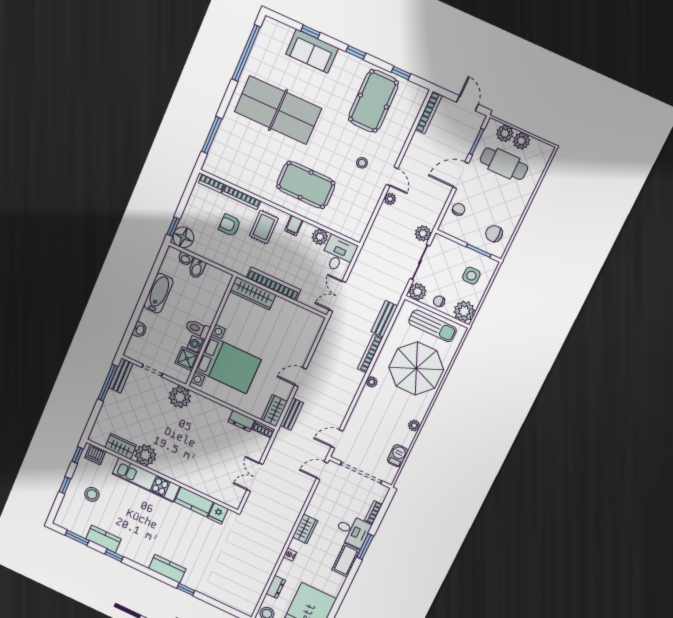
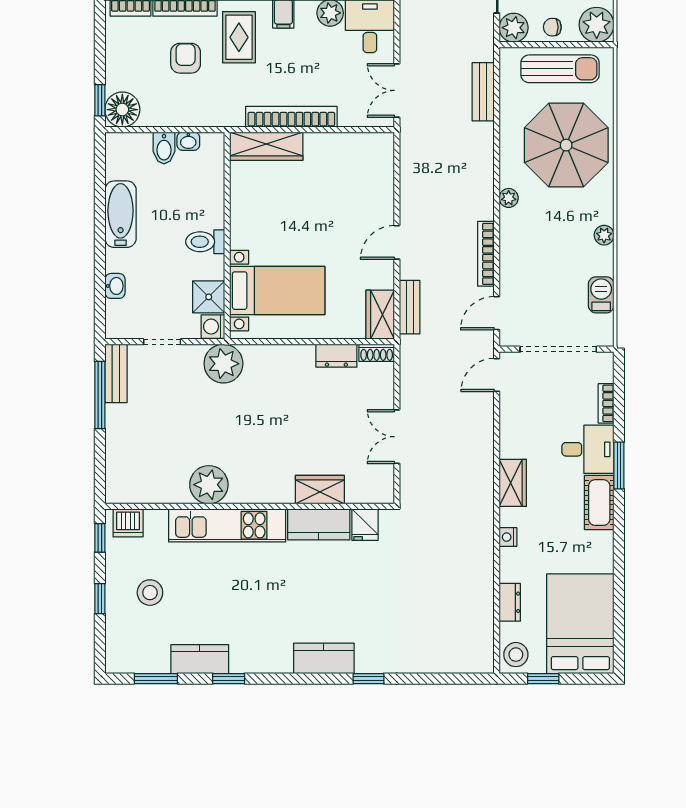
armchair: (230, 225) -> (186, 58), turned 90
washbasin: (185, 259) -> (188, 141), moved
washing machine: (196, 344) -> (213, 327), moved
bookcase: (370, 353) -> (486, 254), moved
bed with nightstands: (228, 365) -> (277, 291), width x0.73
wardrobe: (121, 446) -> (320, 490), moved

